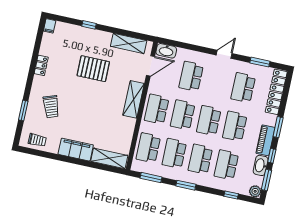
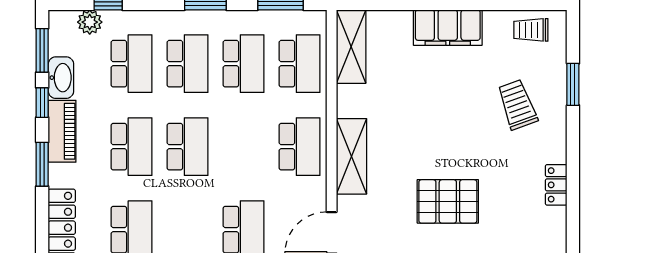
school desk: (183, 115) -> (244, 147), removed
shelving: (109, 158) -> (351, 47), moved, turned 90
plant: (255, 191) -> (90, 22), moved

